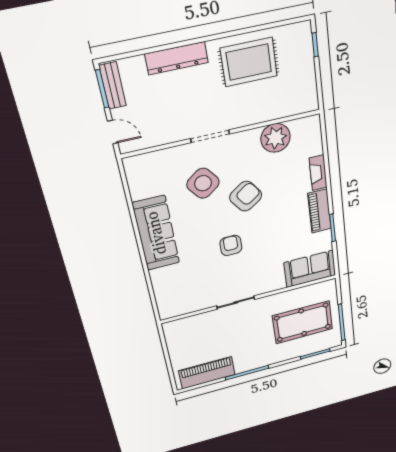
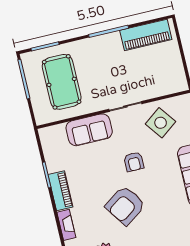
side table: (203, 183) -> (161, 123), moved
armchair: (246, 196) -> (125, 205), width x1.36, depth x1.36
sofa: (310, 269) -> (89, 130), moved
pool table: (303, 322) -> (62, 82), turned 90

